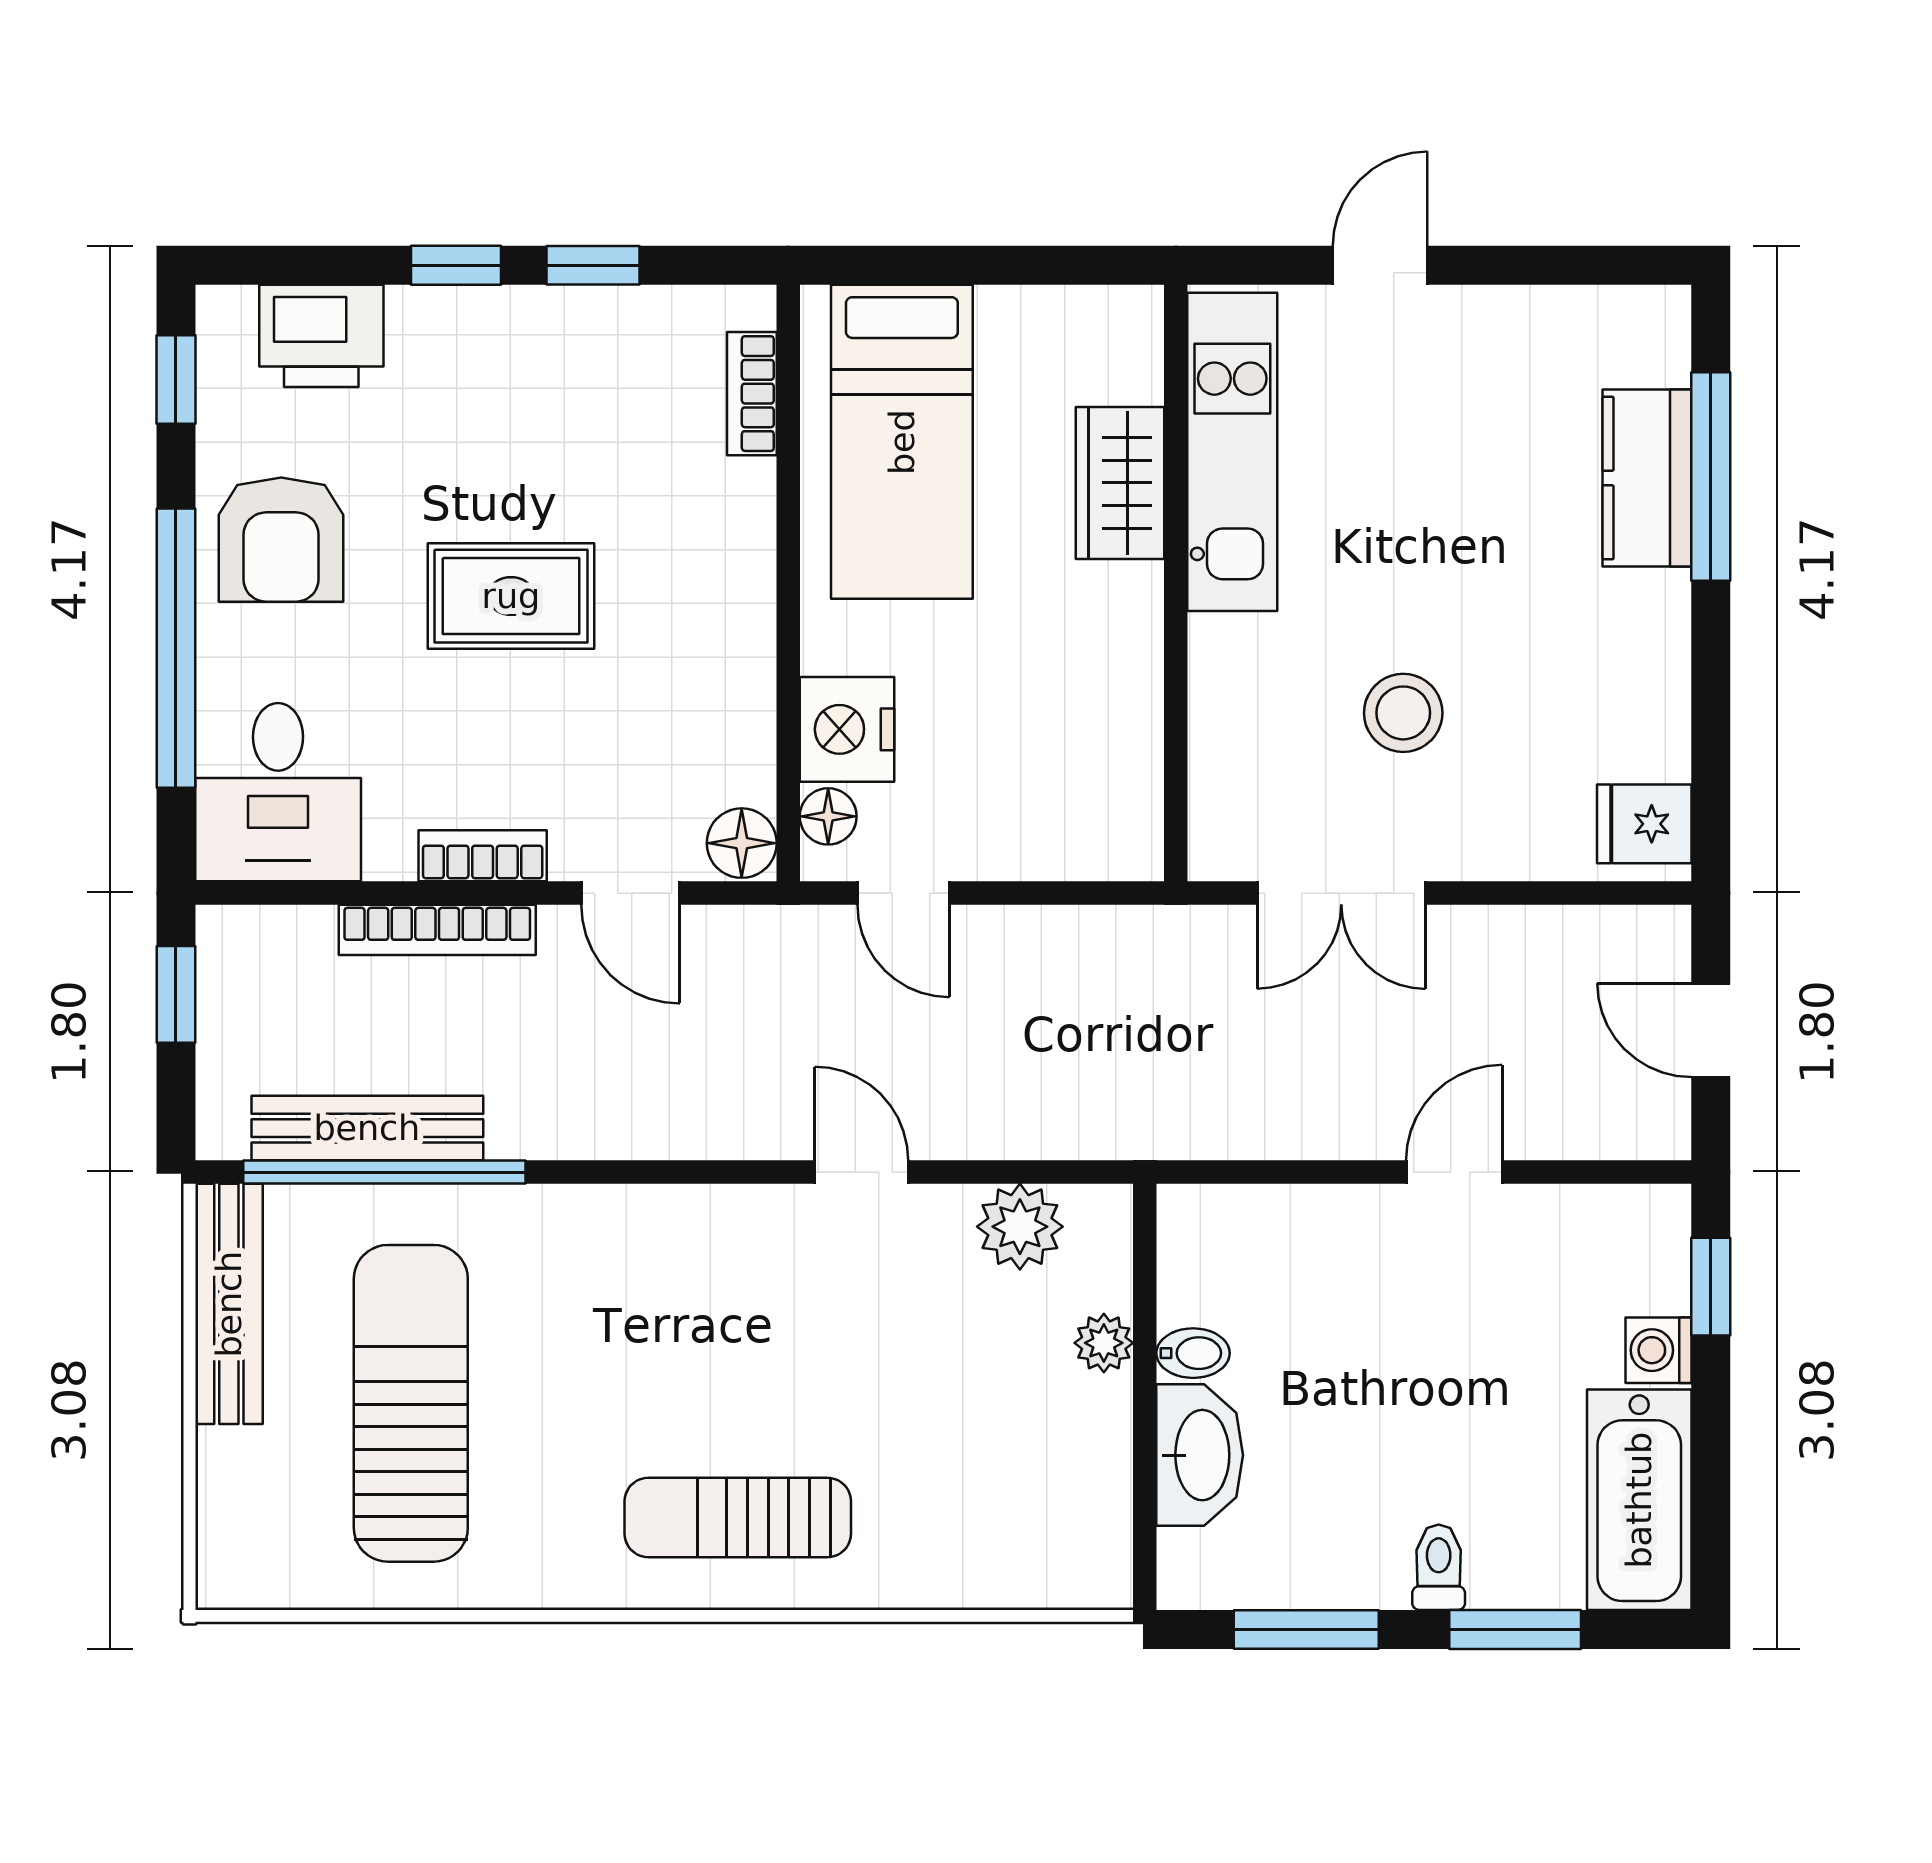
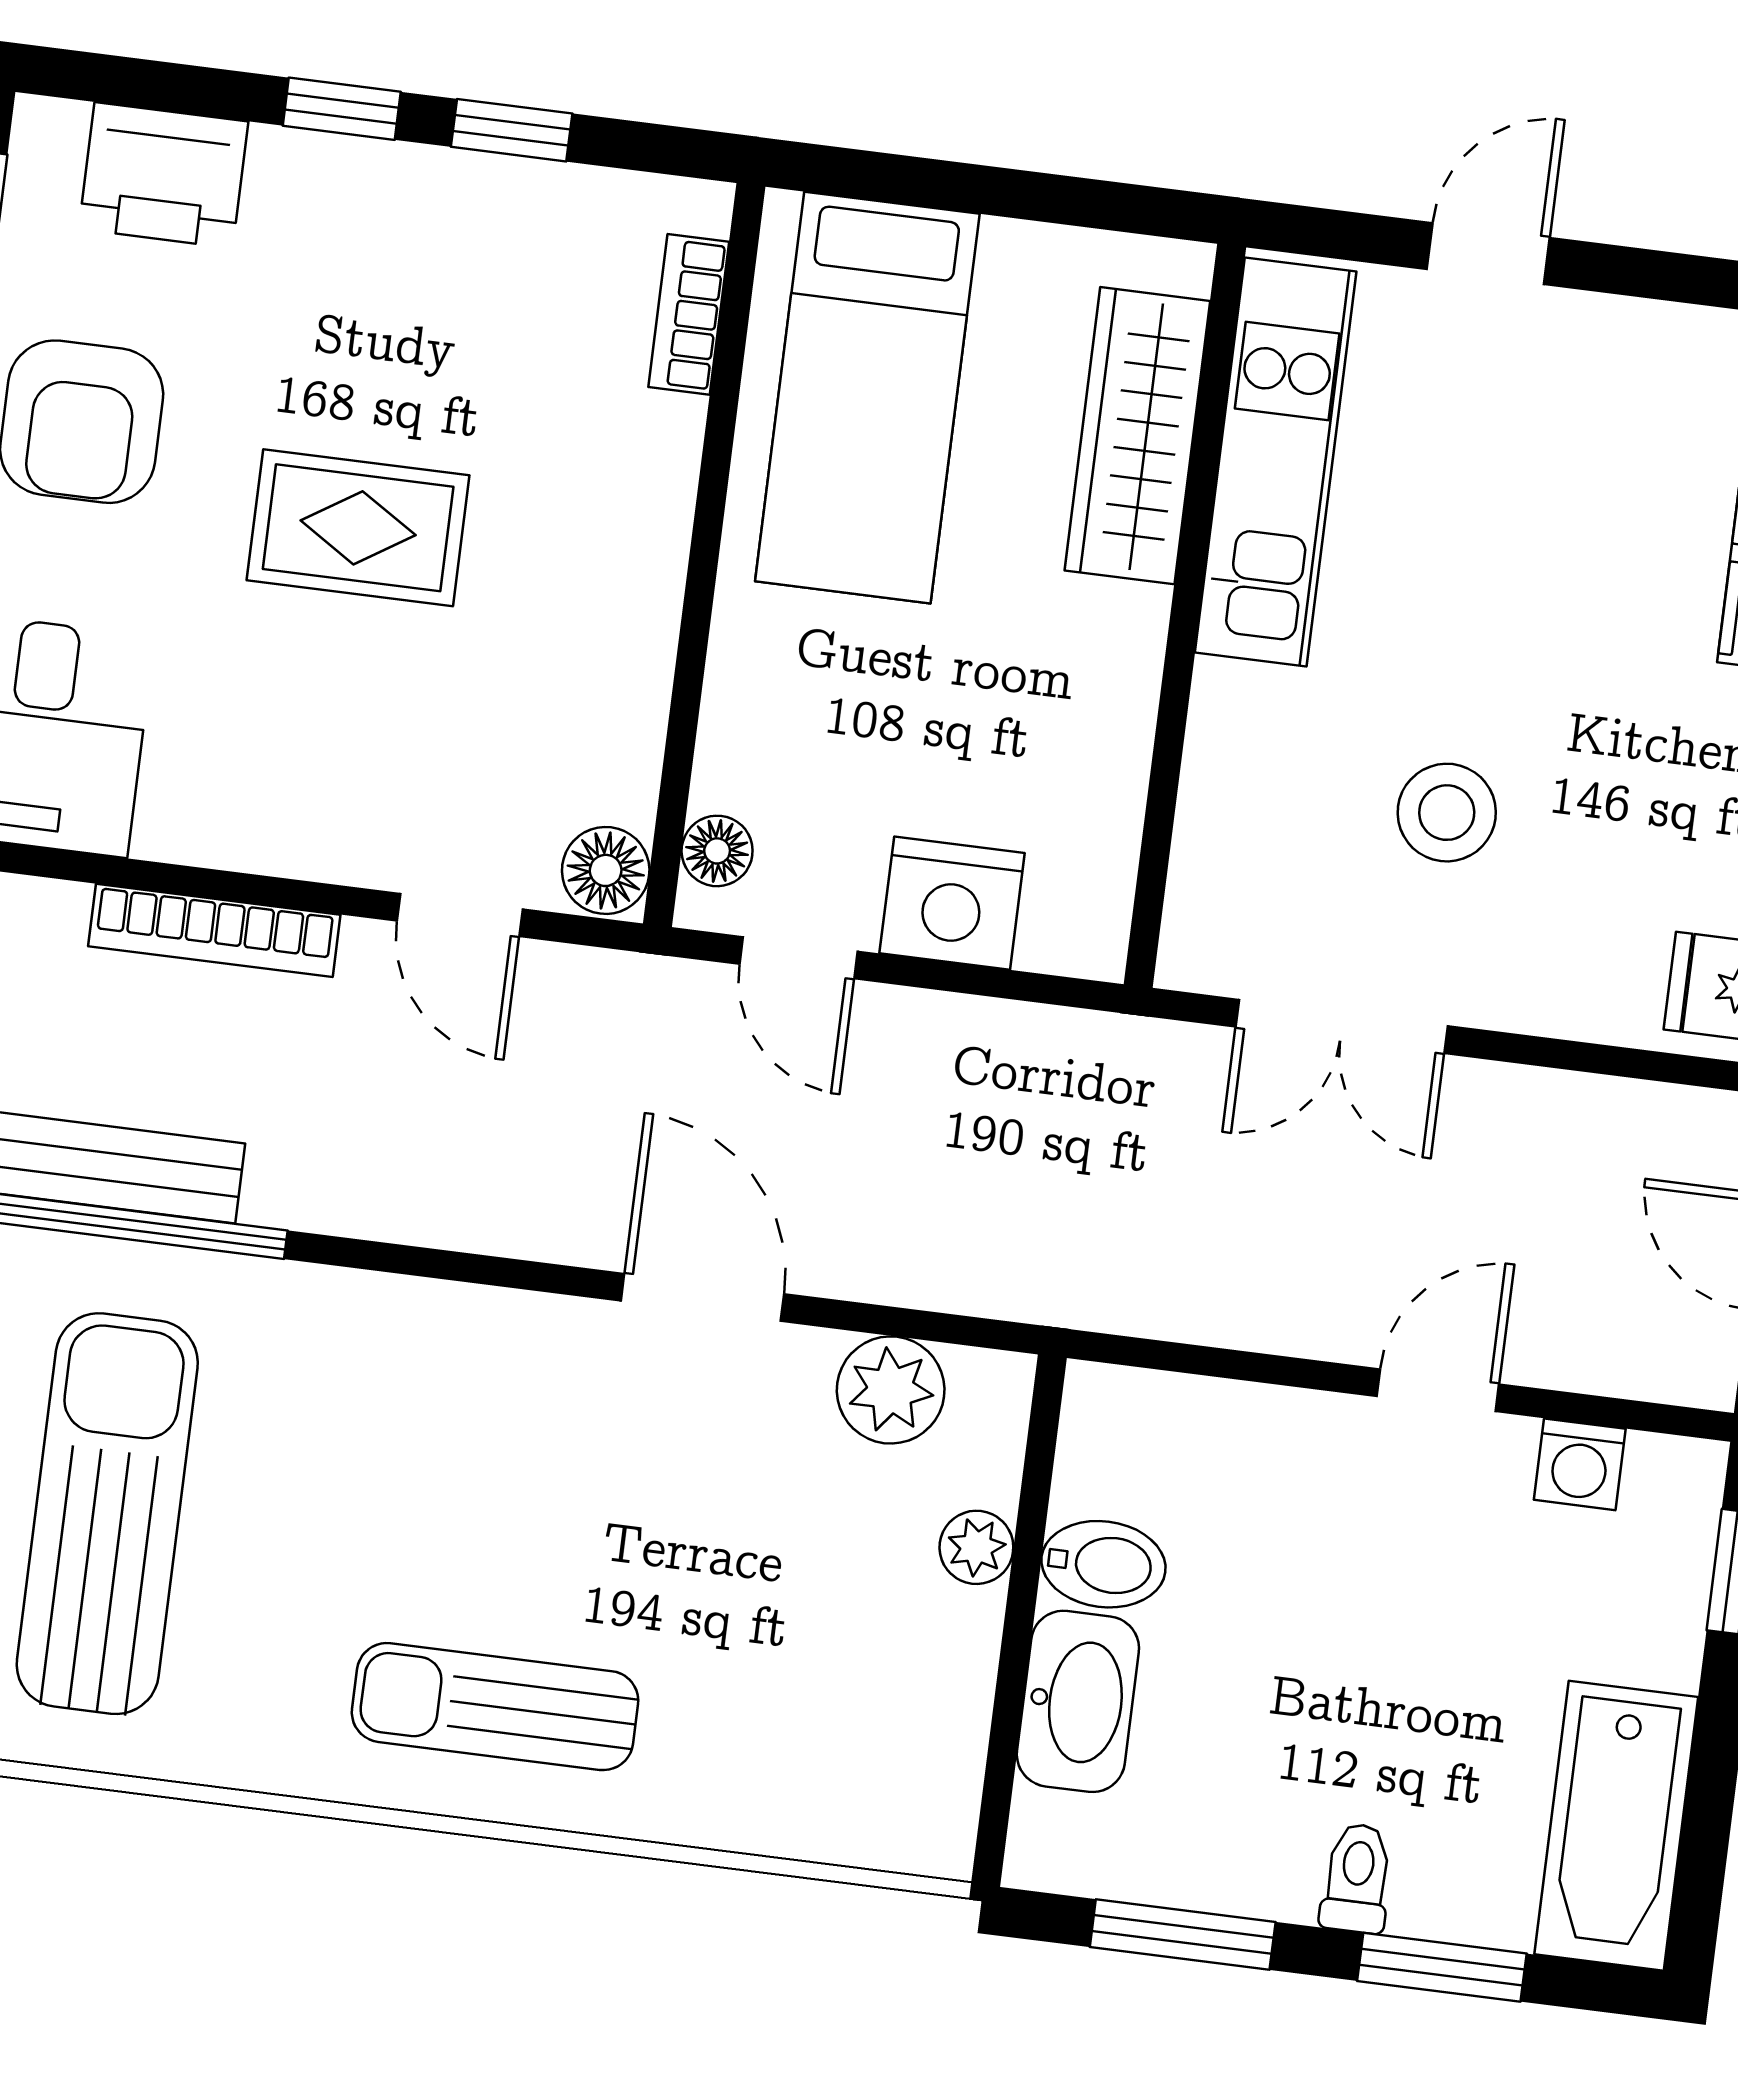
wardrobe: (1120, 483) -> (1137, 436), width x1.50
nightstand: (847, 729) -> (952, 903), moved, turned -90
bookcase: (483, 856) -> (282, 846), removed
door: (861, 1172) -> (703, 1297), width x1.38
washing machine: (1658, 1350) -> (1580, 1464), moved, turned -90
bidet: (1193, 1353) -> (1103, 1564), width x1.38, depth x1.36

